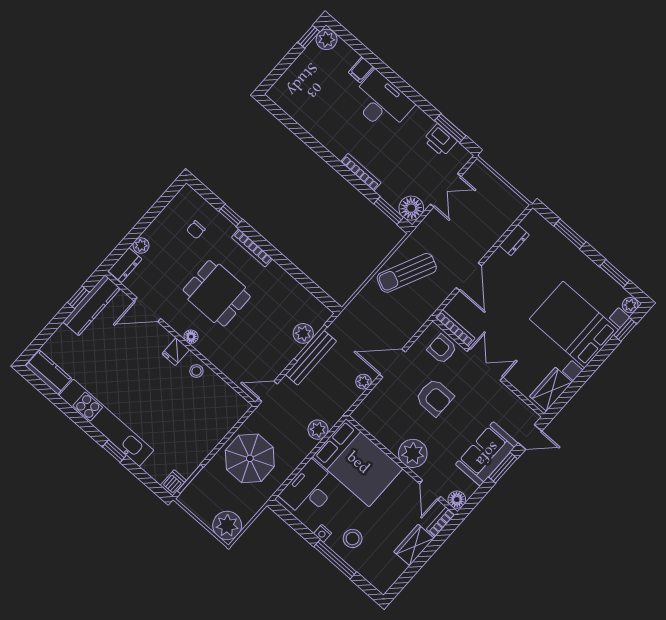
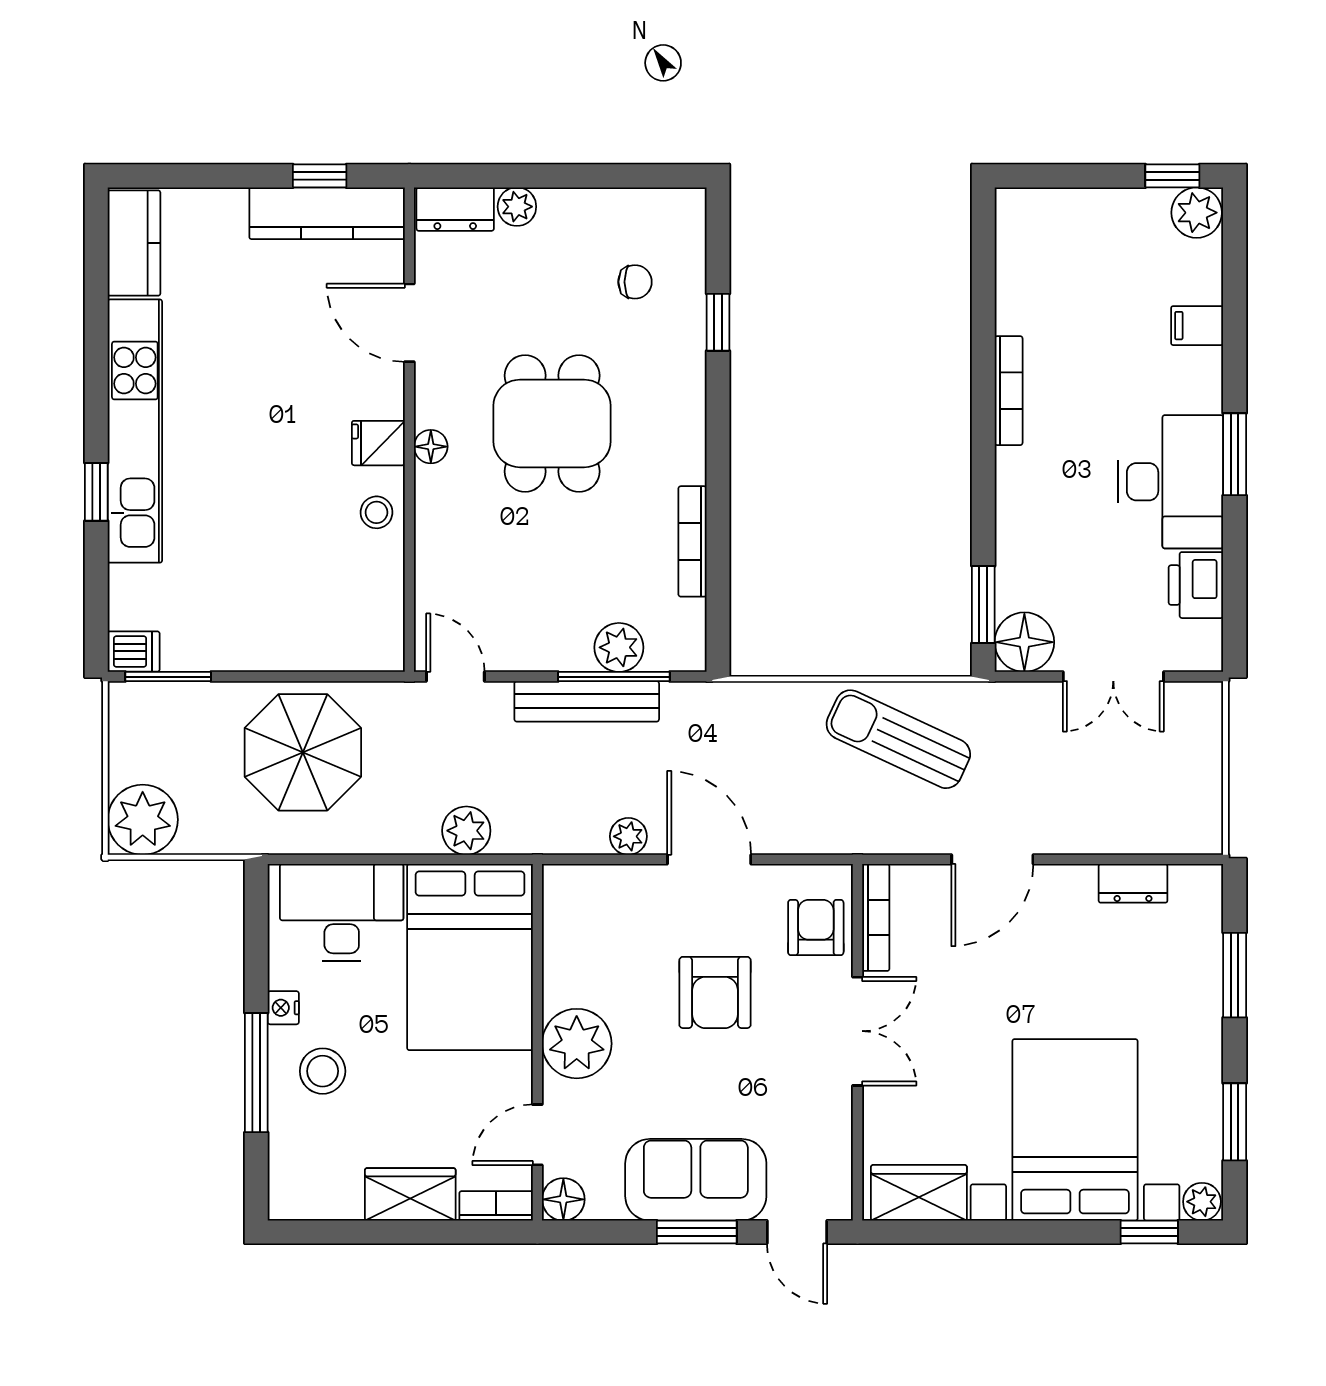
desk: (382, 102) -> (1171, 482), moved
window: (450, 128) -> (1235, 454), moved
bookcase: (361, 172) -> (1009, 391), moved
chair: (196, 230) -> (635, 282), turned 180
bookcase: (252, 248) -> (692, 541), moved

